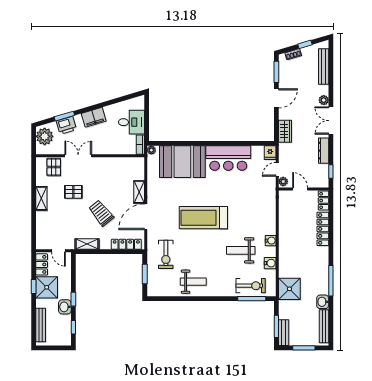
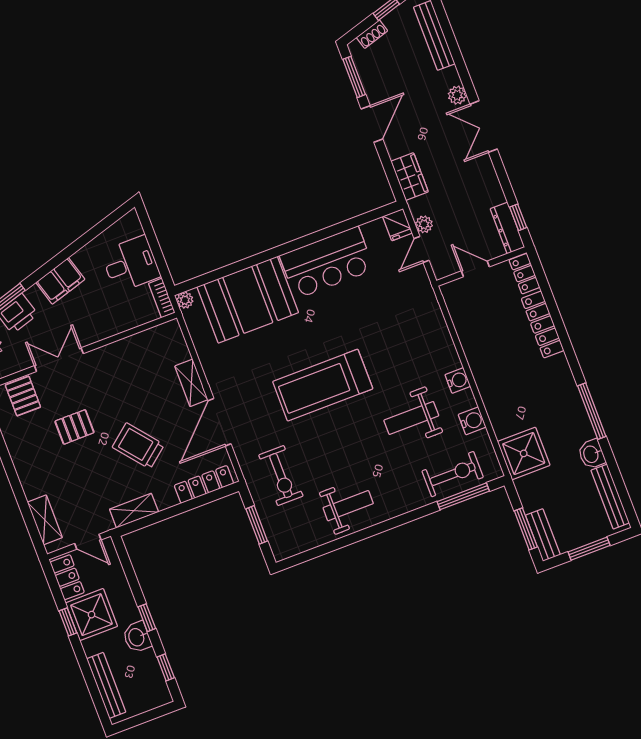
dresser: (324, 151) -> (507, 228), moved
plant: (283, 181) -> (424, 224), moved
shelving: (41, 198) -> (45, 520), moved

